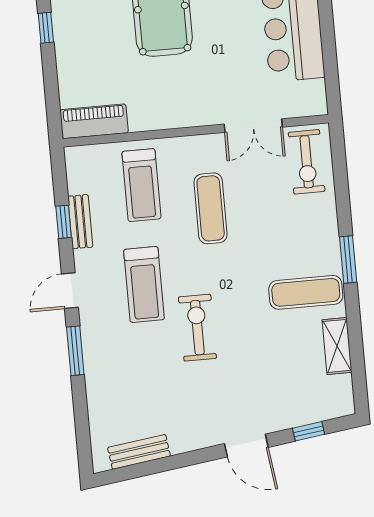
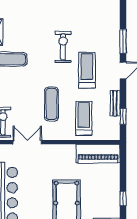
piano: (94, 121) -> (98, 154), width x1.37, depth x1.33
window: (64, 222) -> (123, 116), moved
exercise bike: (197, 328) -> (63, 47), turned 180

